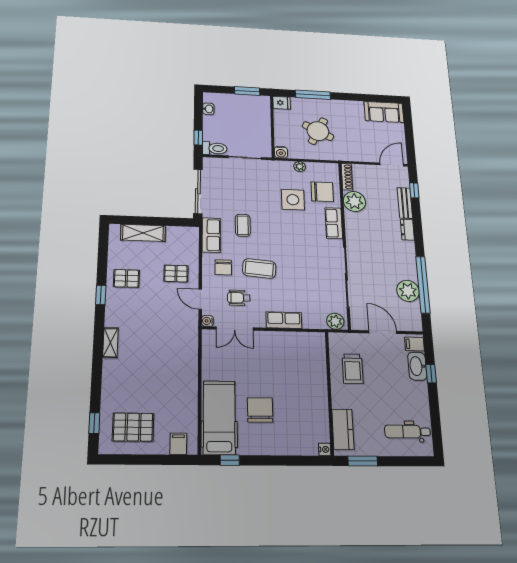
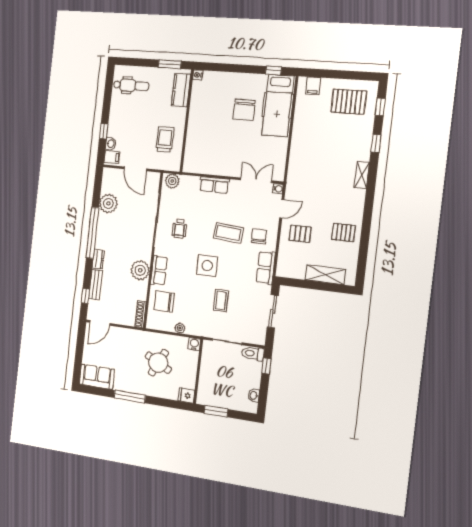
window: (313, 95) -> (130, 397), moved
sliding door: (198, 191) -> (273, 311), width x0.73
side table: (293, 200) -> (207, 266), moved
plant: (354, 201) -> (140, 270), moved
coffee table: (243, 225) -> (221, 301), moved
window: (423, 285) -> (92, 233), moved
window: (101, 295) -> (376, 144), moved
wheelchair: (239, 298) -> (179, 228), moved, turned 90
door: (200, 299) -> (282, 209), hinge flipped
washbasin: (417, 366) -> (111, 144), width x0.52, depth x0.69

